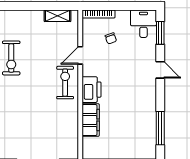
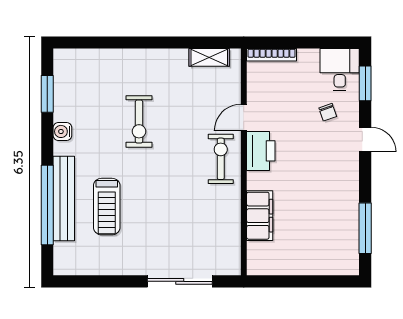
chair: (111, 38) -> (328, 112), moved
printer: (92, 90) -> (261, 151), moved

